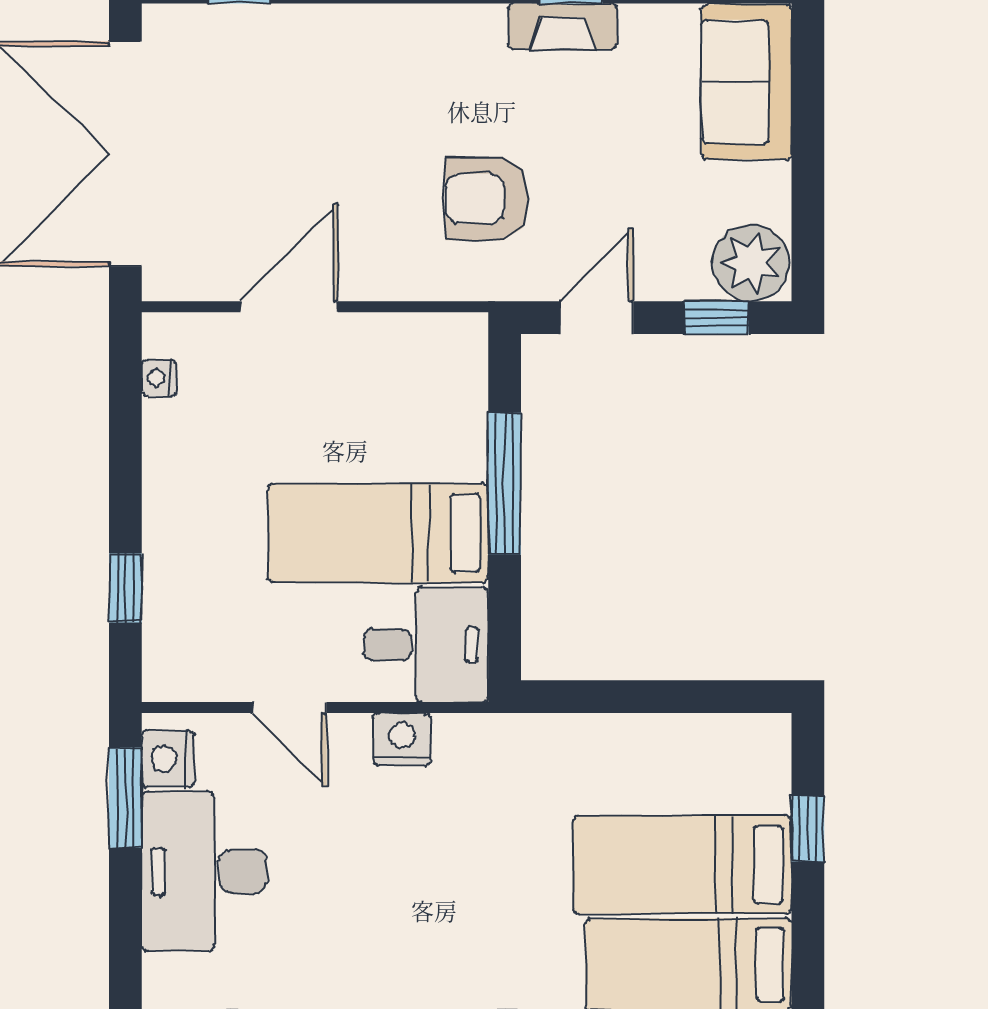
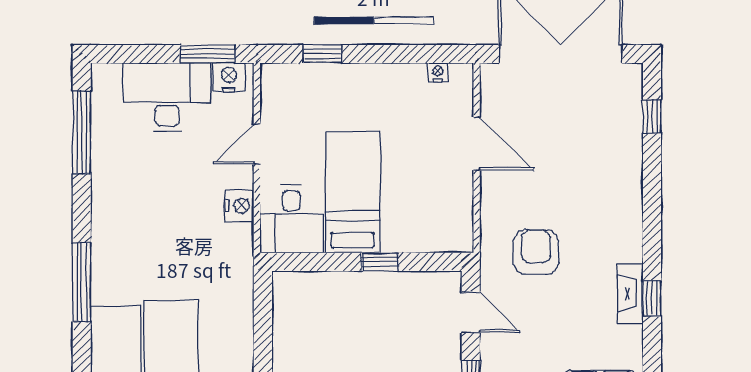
window: (505, 484) -> (380, 262), width x0.46

